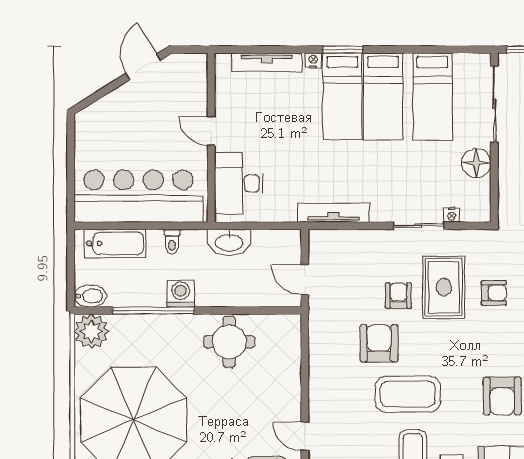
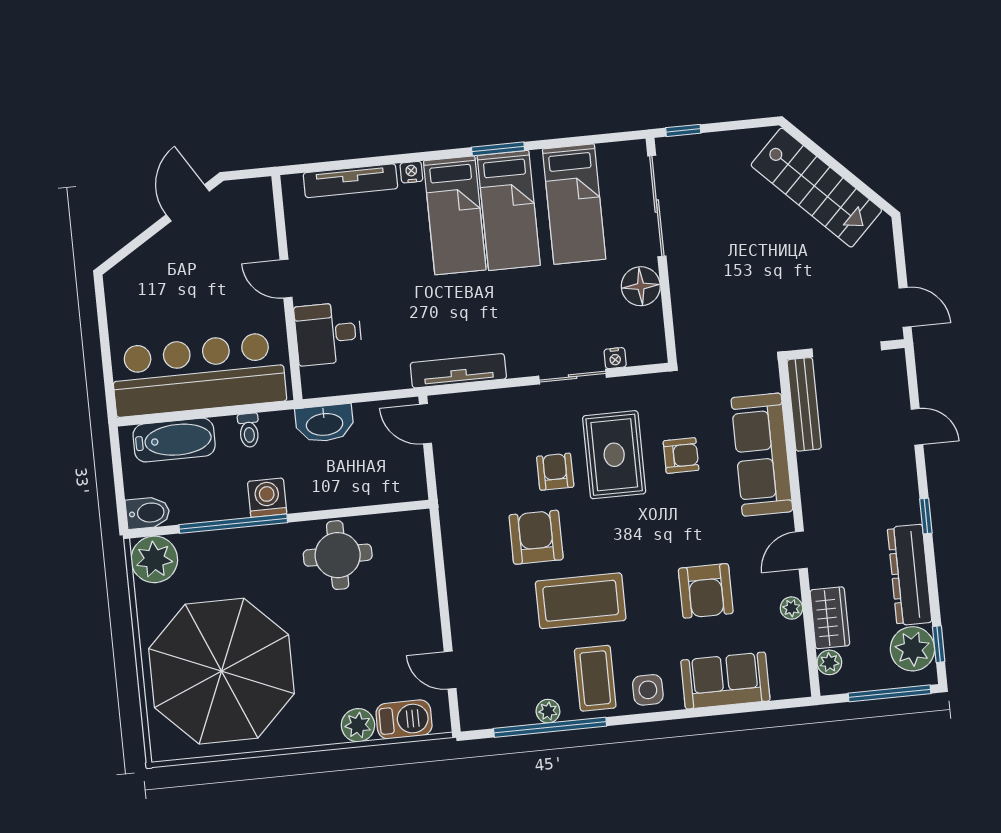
window: (343, 50) -> (498, 149), moved
desk: (239, 184) -> (328, 334), width x0.73
door: (305, 280) -> (425, 424), moved

